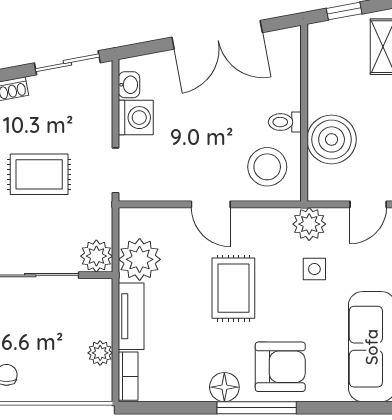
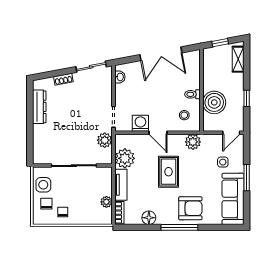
washing machine: (136, 118) -> (140, 123), moved, turned -90
stool: (267, 167) -> (184, 115), width x0.53, depth x0.53
rug: (39, 174) -> (78, 119), removed
plant: (309, 224) -> (193, 142), moved
plant: (96, 256) -> (105, 140), moved
side table: (314, 269) -> (223, 162), moved
floor lamp: (224, 387) -> (149, 218), moved

